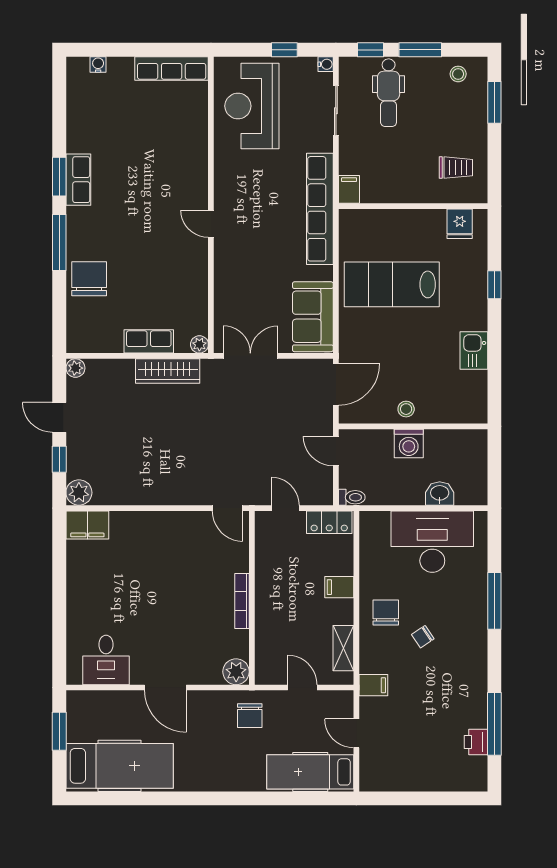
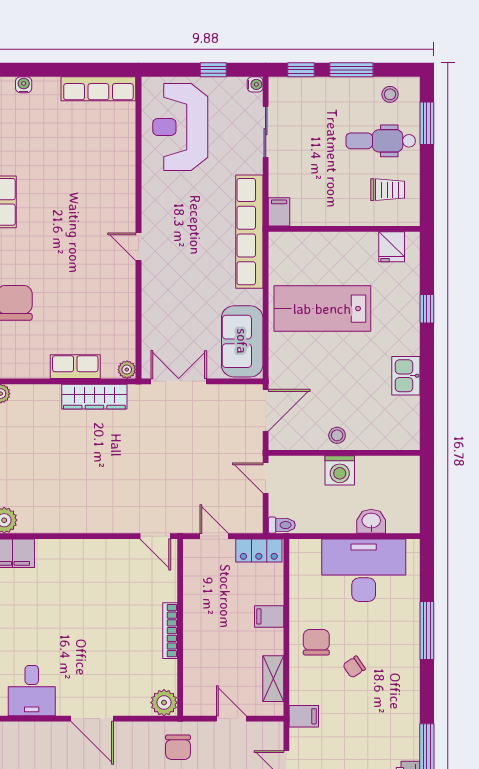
dental chair: (389, 93) -> (381, 141), moved, turned 90

